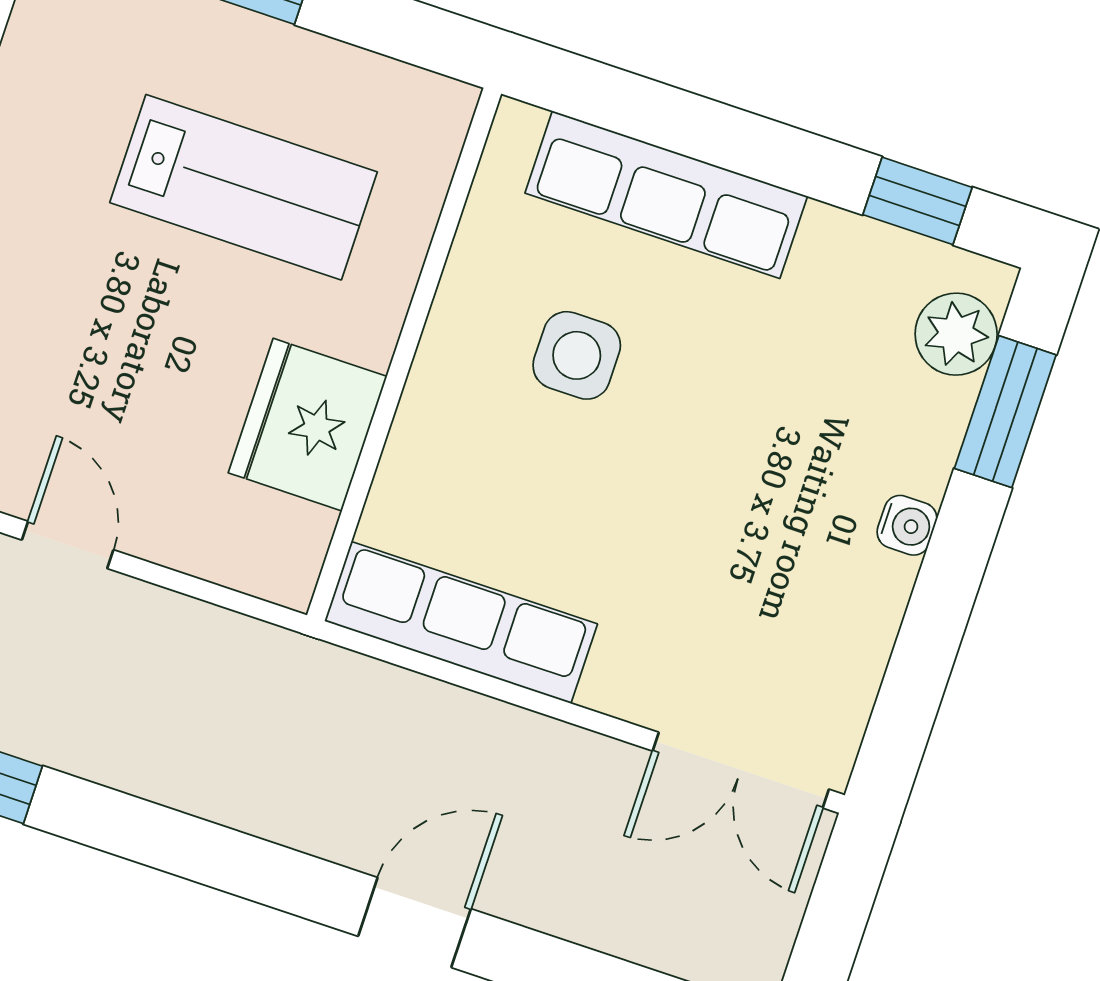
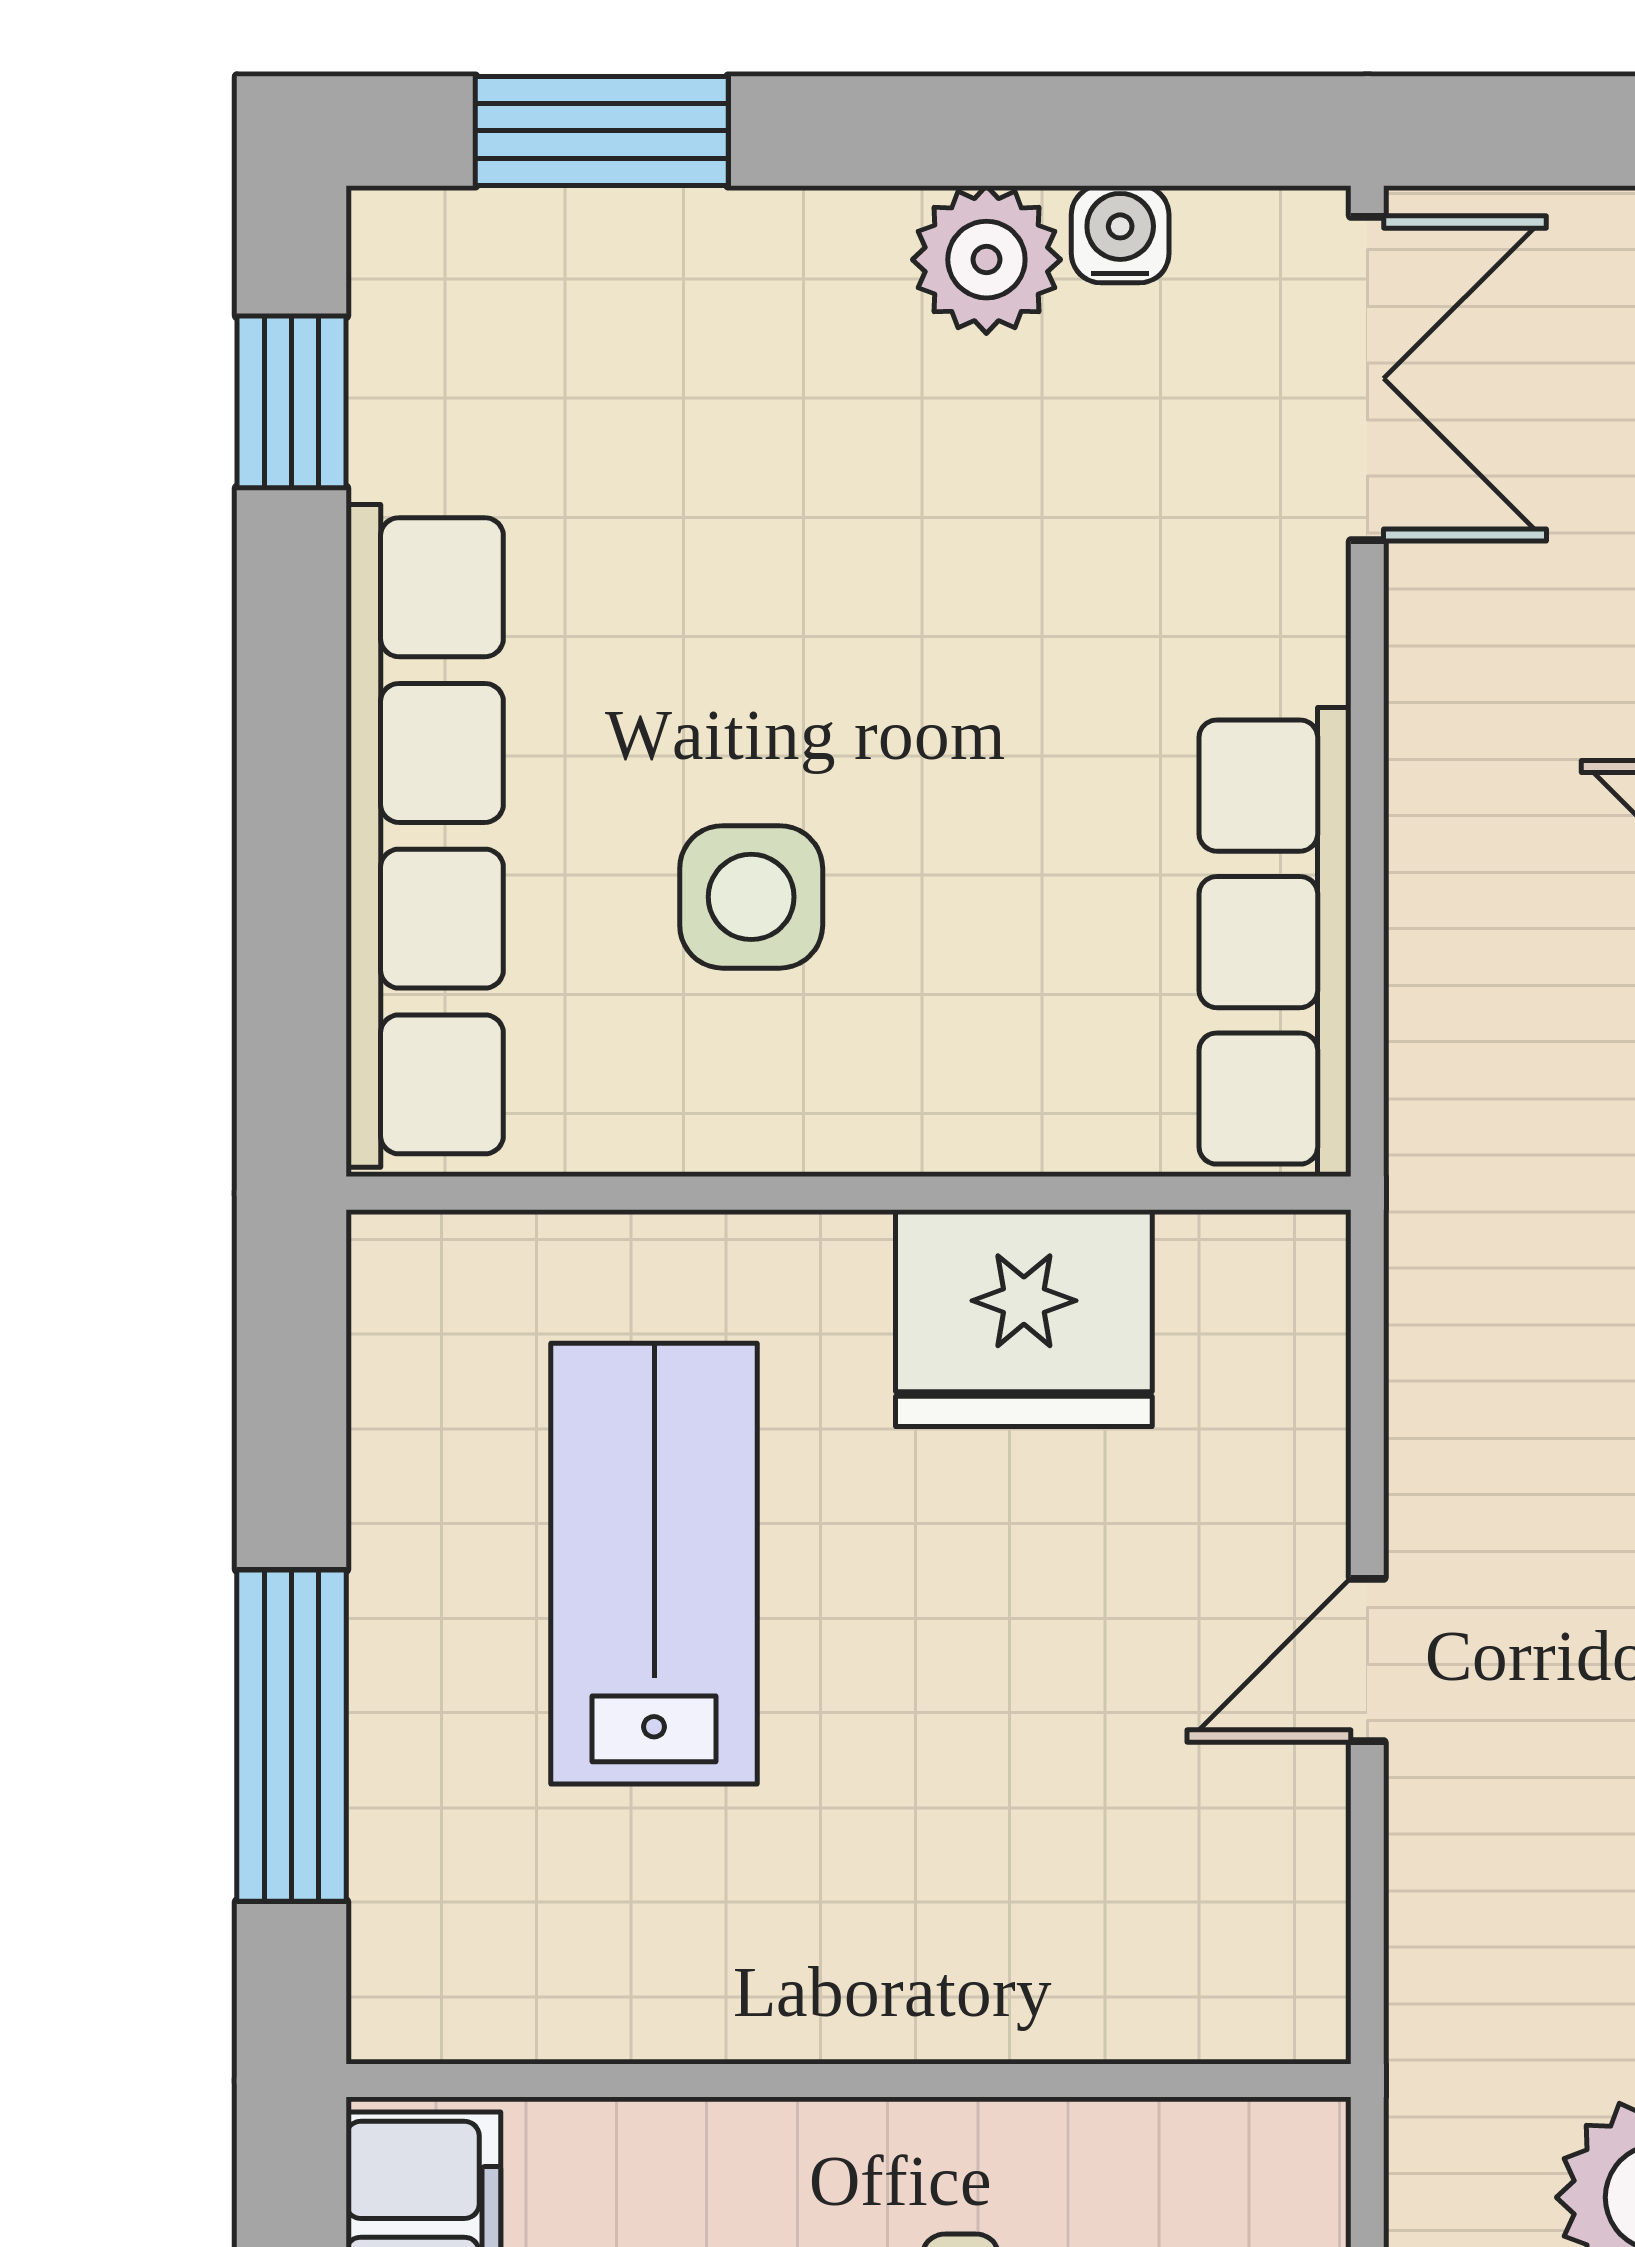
row of seats: (666, 195) -> (425, 836), width x1.36
plant: (956, 334) -> (986, 260), moved
water cooler: (907, 525) -> (1120, 234), moved

